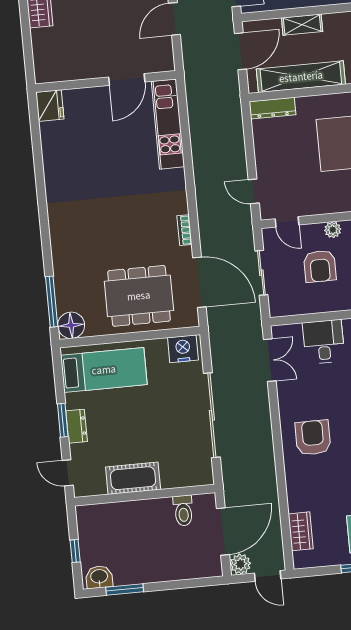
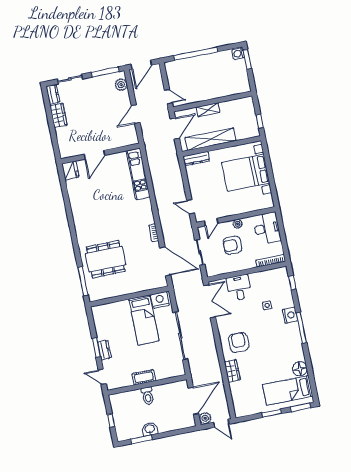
door: (127, 79) -> (95, 155), moved
door: (287, 222) -> (211, 222), hinge flipped
armchair: (320, 266) -> (232, 245), turned 90
dining table: (139, 296) -> (106, 259), moved
floor lamp: (71, 325) -> (95, 293), removed
double door: (270, 360) -> (210, 301), width x1.37
bed: (104, 370) -> (144, 320), moved, turned 90
cot: (133, 478) -> (144, 377), width x0.73, depth x0.75
toilet: (183, 511) -> (148, 396), moved
wardrobe: (301, 531) -> (232, 371), moved
washbasin: (99, 577) -> (150, 429), moved

